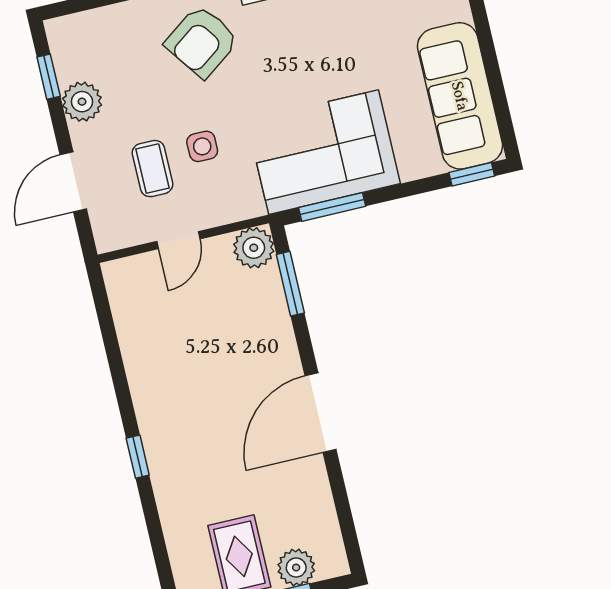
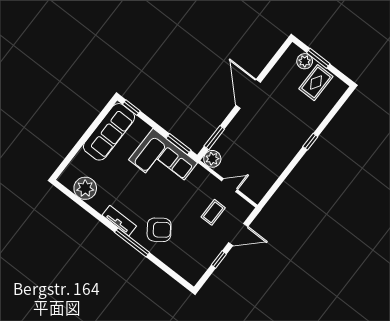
window: (49, 77) -> (219, 260), moved
plant: (82, 102) -> (210, 253), removed
side table: (202, 146) -> (193, 202), removed
door: (321, 413) -> (248, 94), swing flipped

